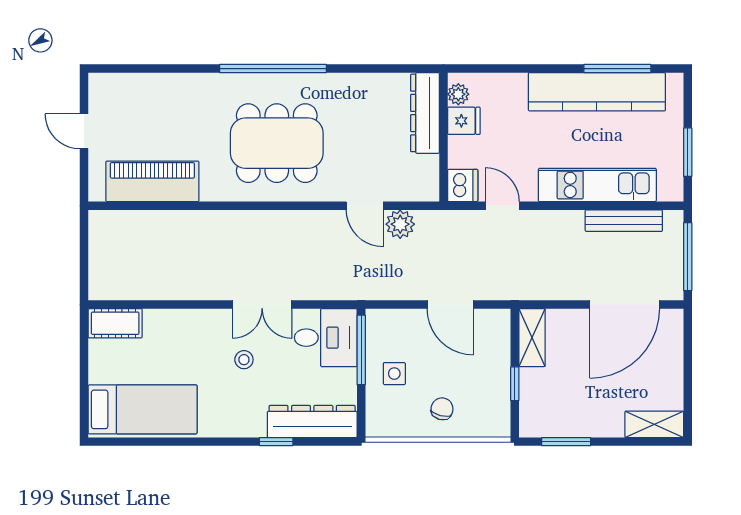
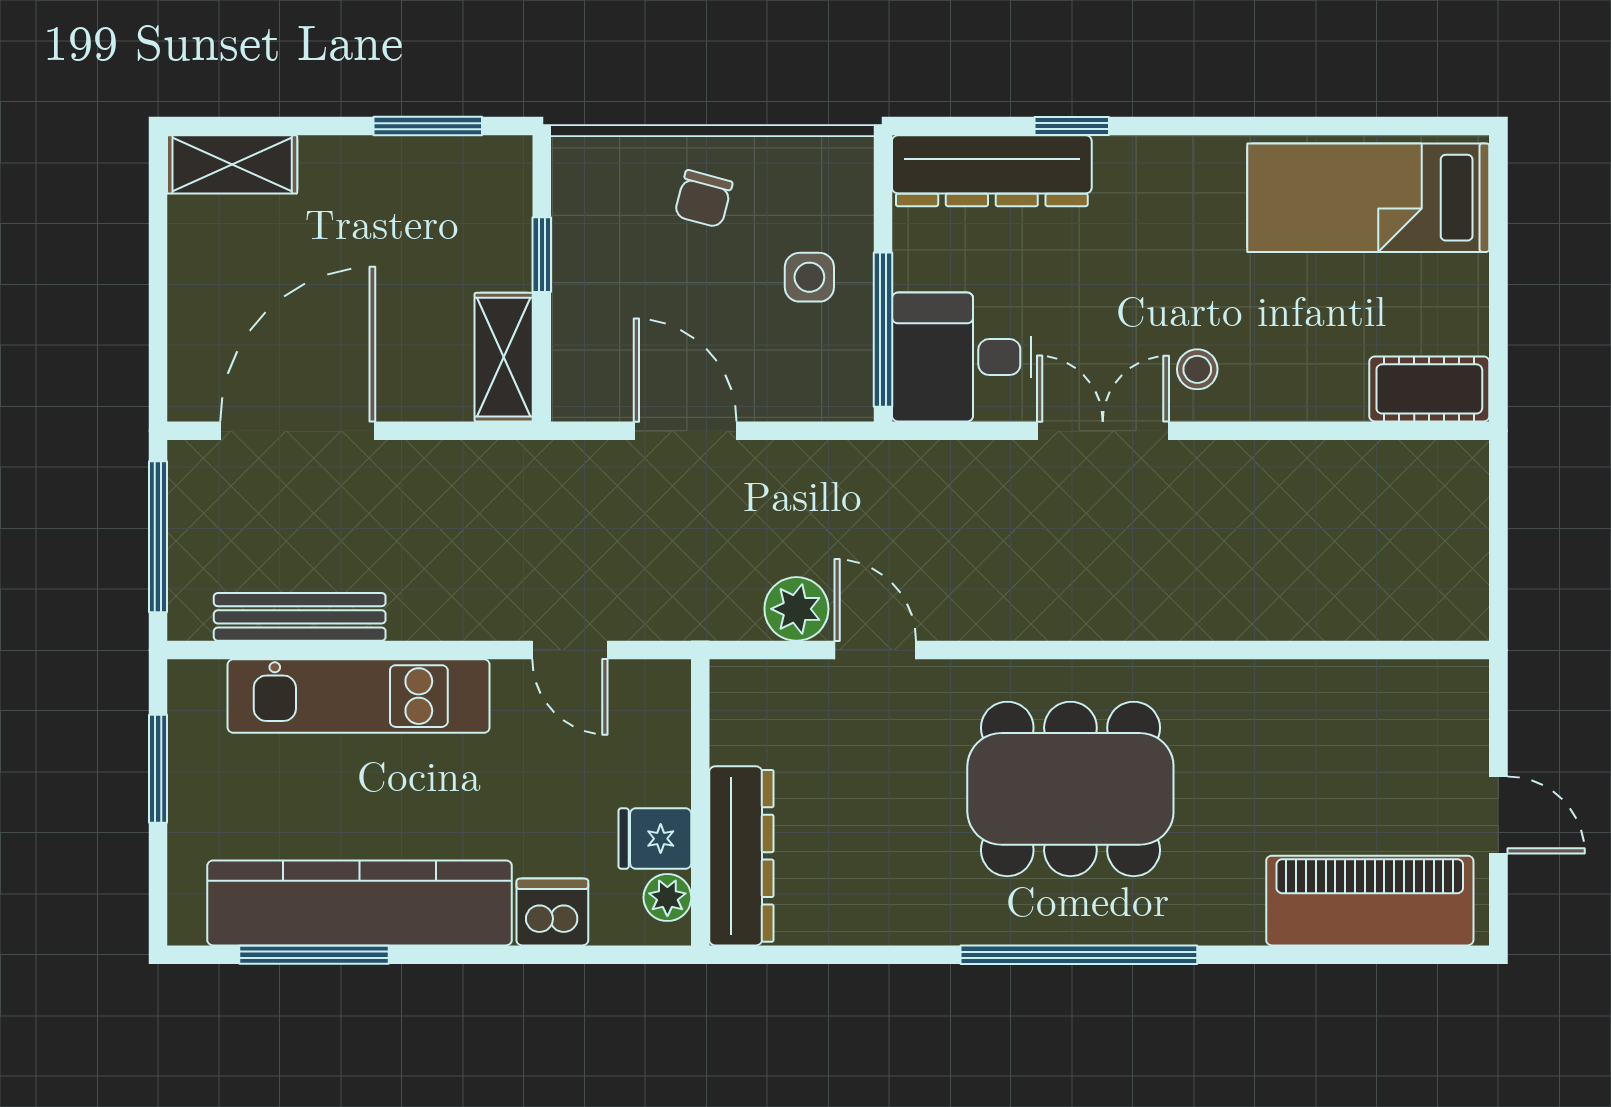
piano: (152, 181) -> (1370, 901), moved, turned 180
dishwasher: (463, 185) -> (552, 912), moved, turned 90
stool: (244, 360) -> (1197, 369), moved

